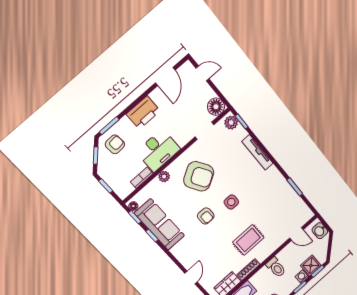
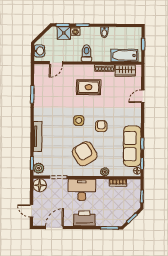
armchair: (115, 144) -> (116, 215), removed
desk: (158, 150) -> (82, 190), moved
door: (296, 234) -> (56, 63), swing flipped

